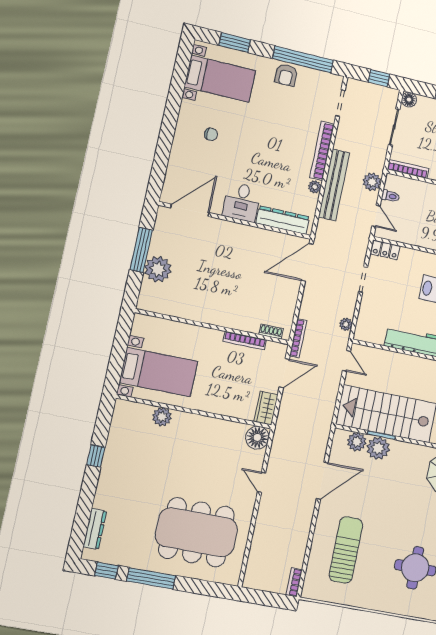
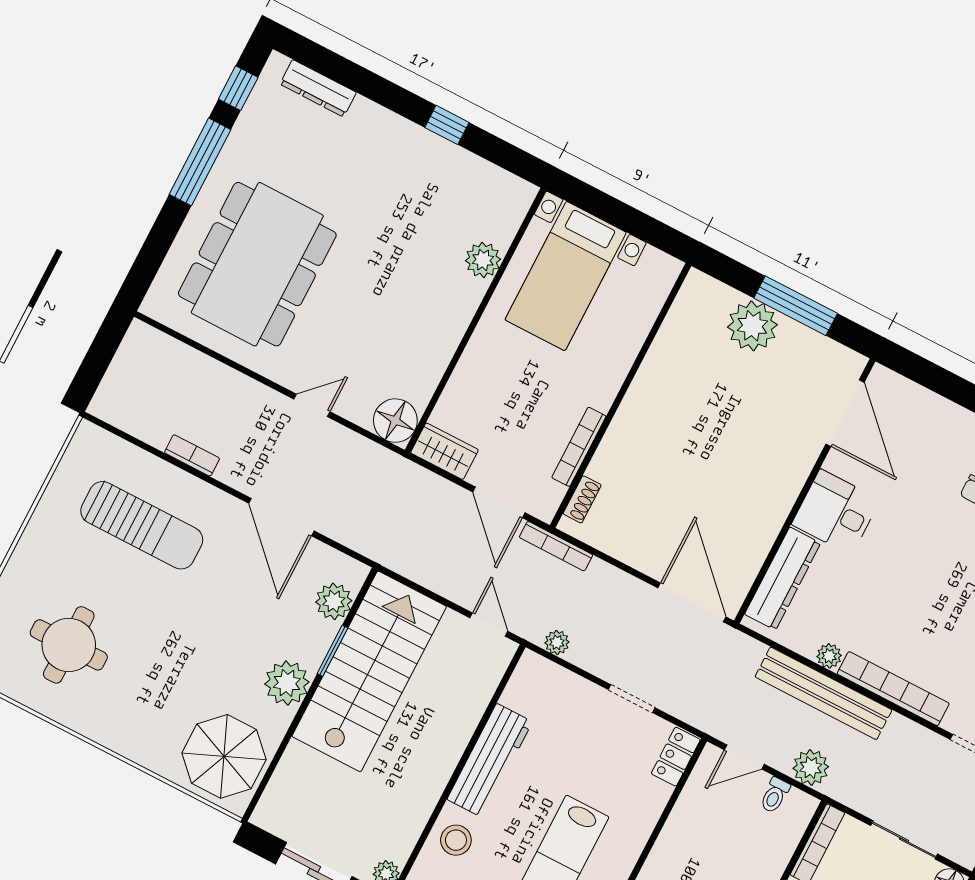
door: (347, 361) -> (489, 625), swing flipped
plant: (378, 448) -> (287, 683), moved
bookcase: (294, 582) -> (192, 455), moved

